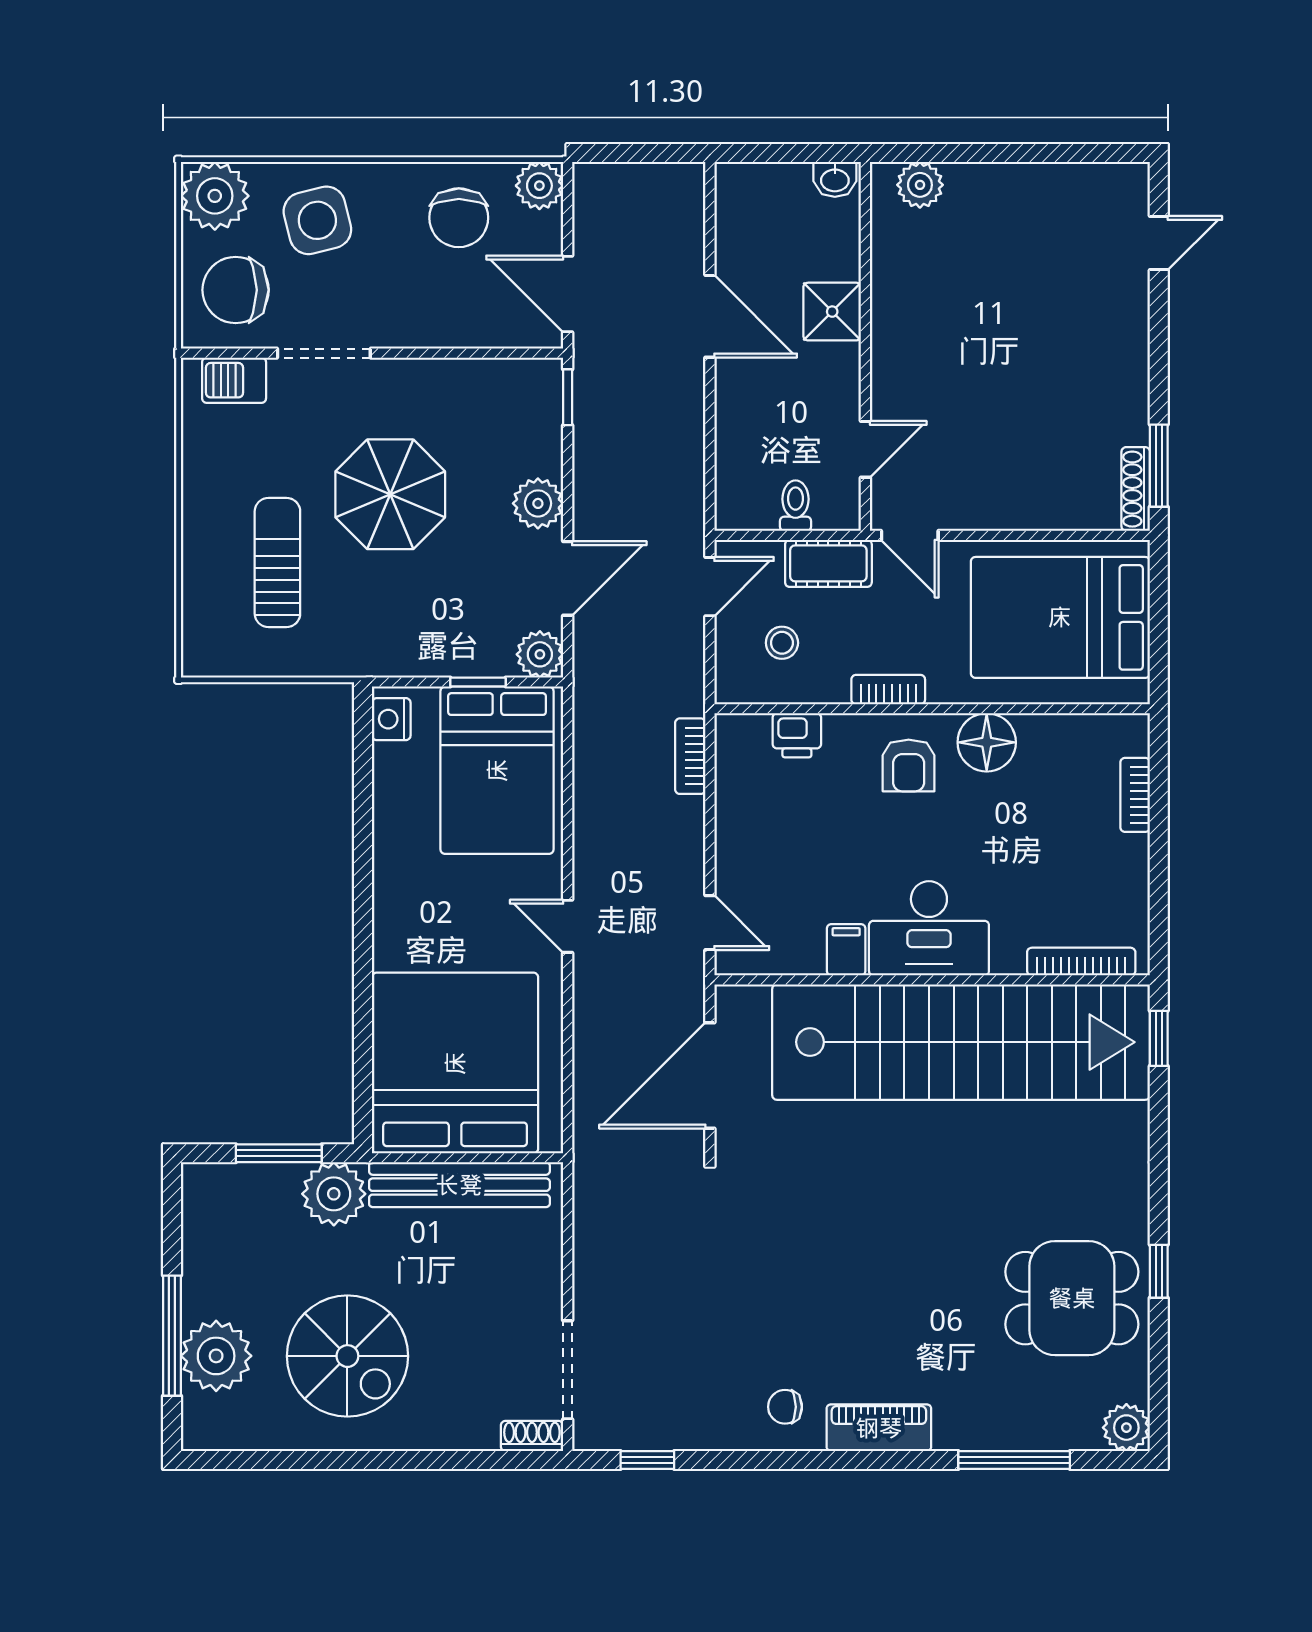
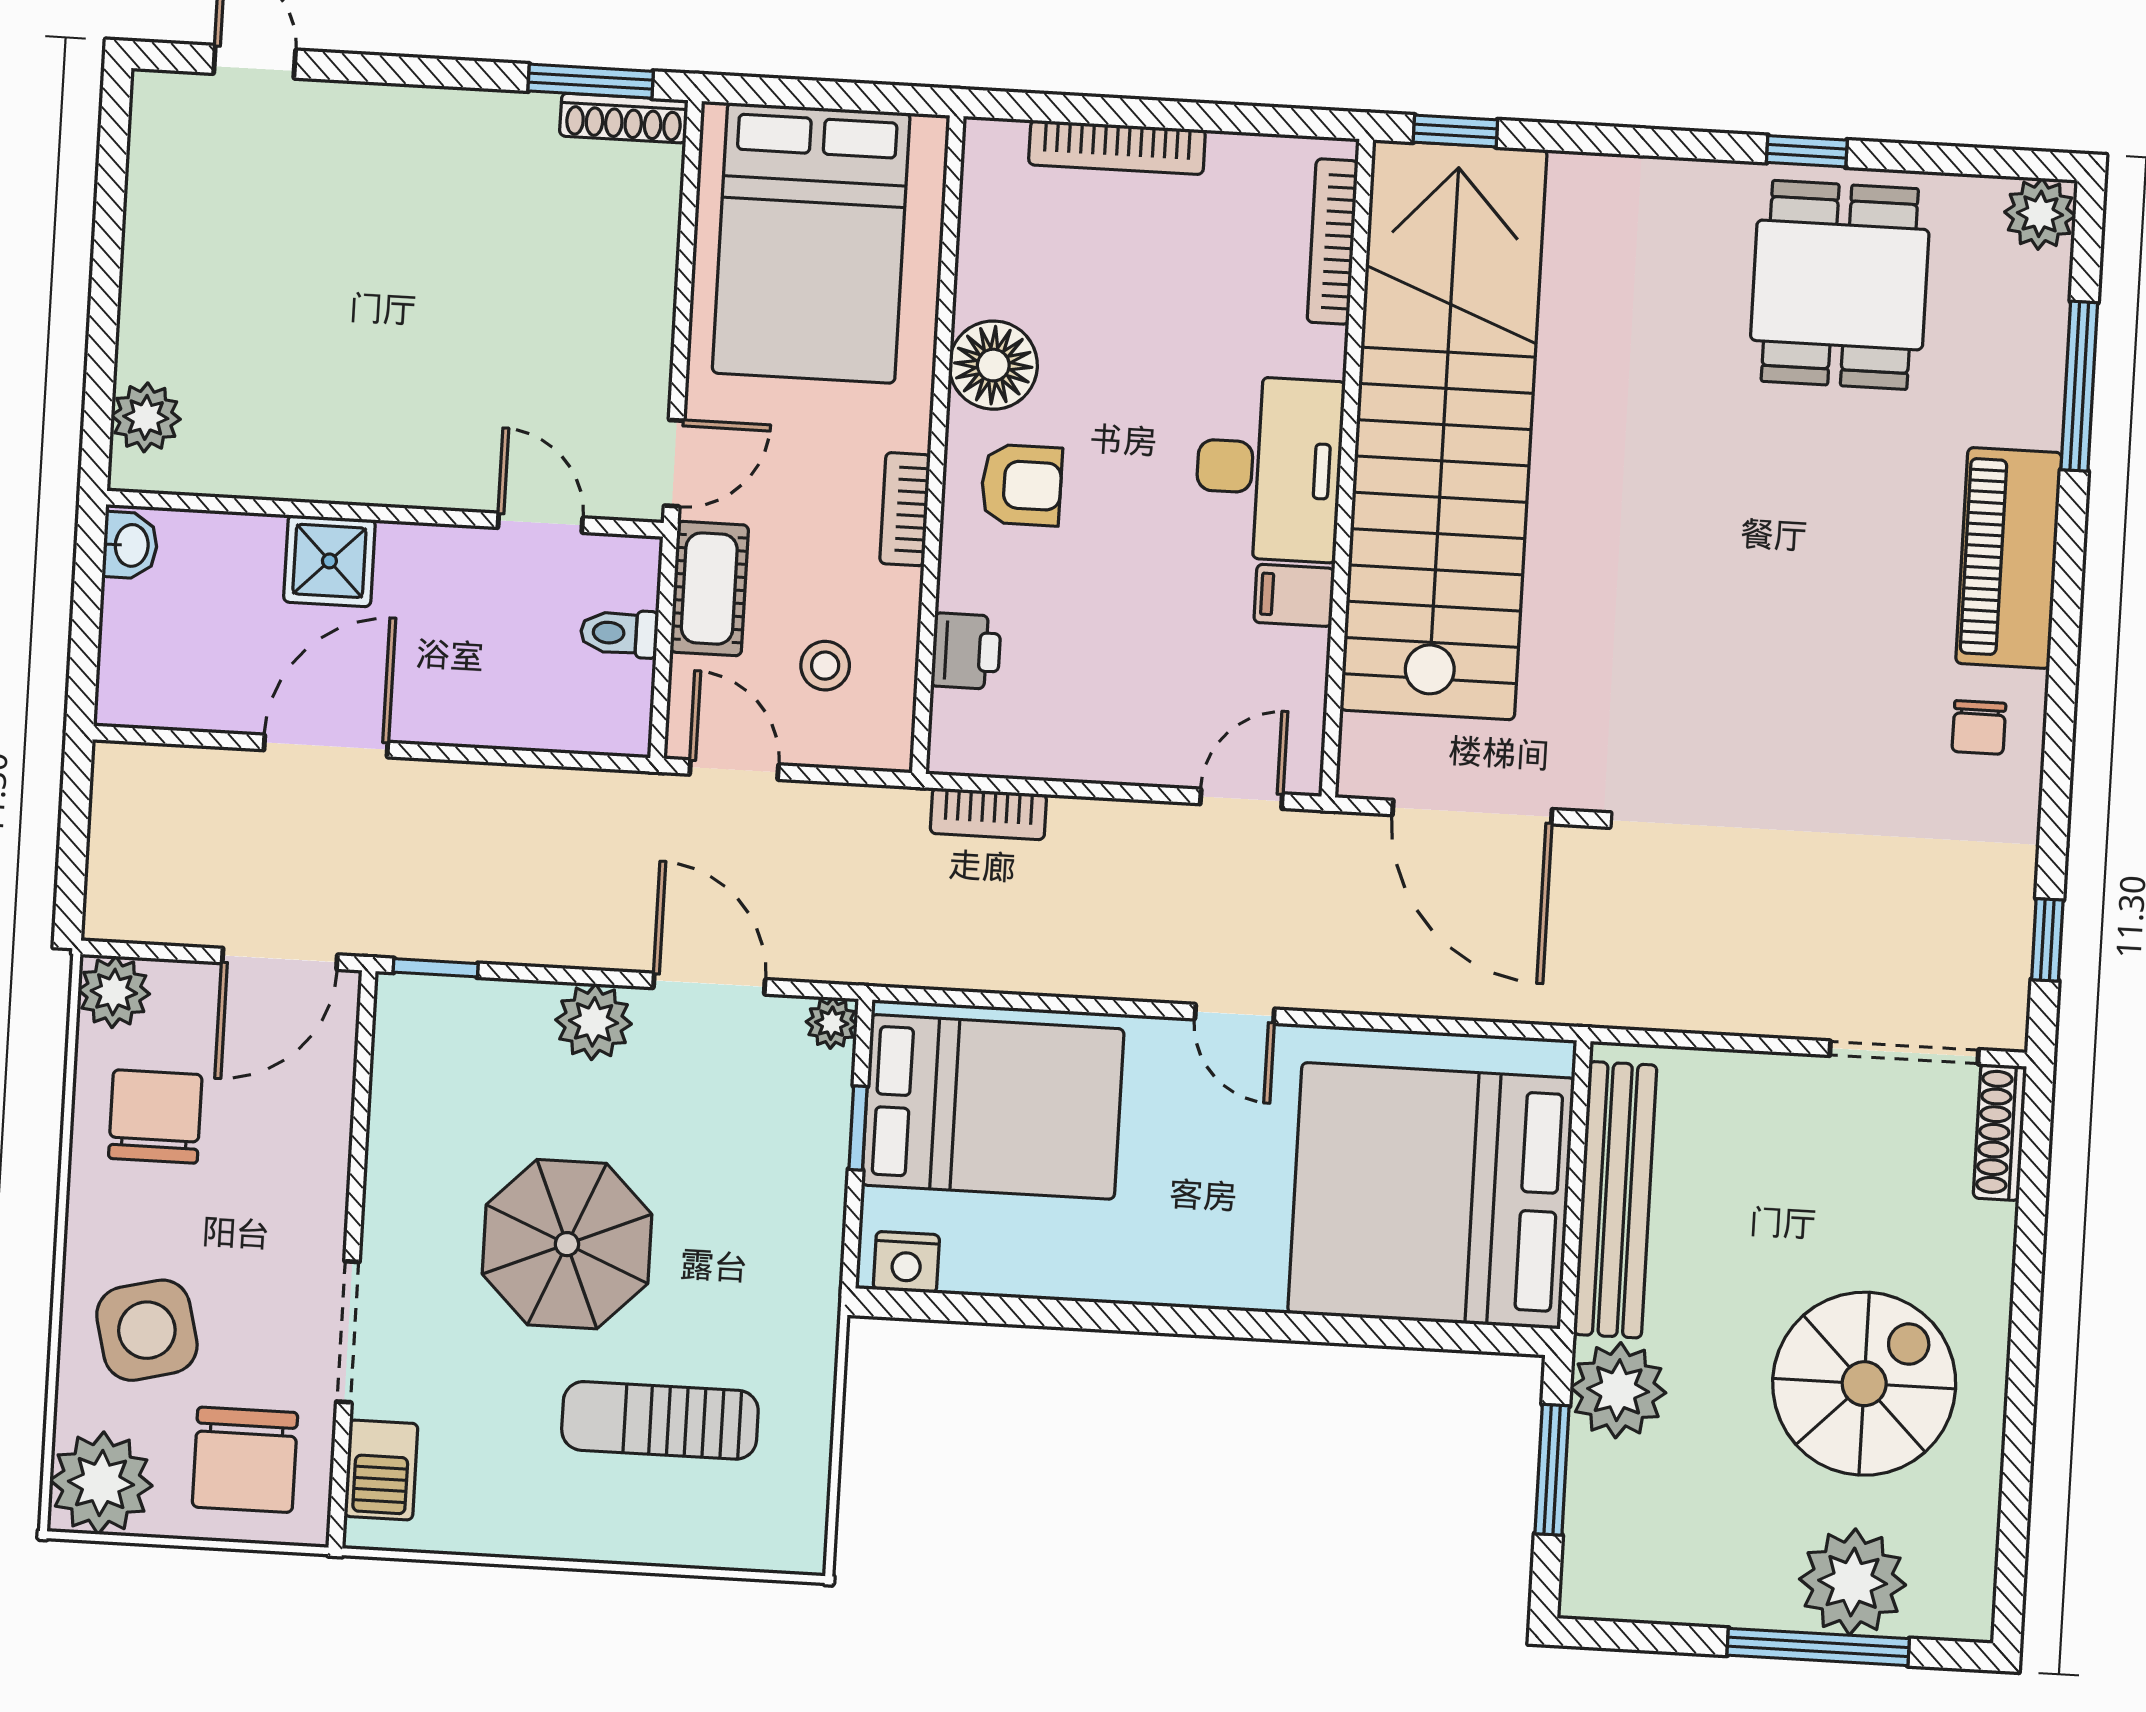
chair: (459, 218) -> (155, 1117), turned -90
plant: (540, 654) -> (832, 1023), width x0.73, depth x0.73
bookcase: (1135, 795) -> (1117, 147), width x1.56
door: (568, 926) -> (1235, 1014), hinge flipped
piano: (879, 1428) -> (2009, 558), width x1.37, depth x1.33
shoe rack: (532, 1436) -> (2000, 1132), width x1.43

